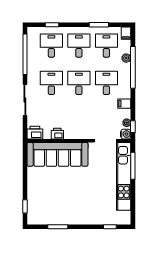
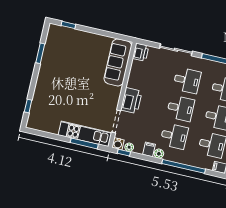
plant: (126, 58) -> (159, 154), moved
printer: (57, 134) -> (131, 101), moved, width x1.87, depth x1.48
sofa: (57, 154) -> (118, 62), width x0.74, depth x0.79
kitchen unit: (124, 176) -> (85, 134), width x0.73

